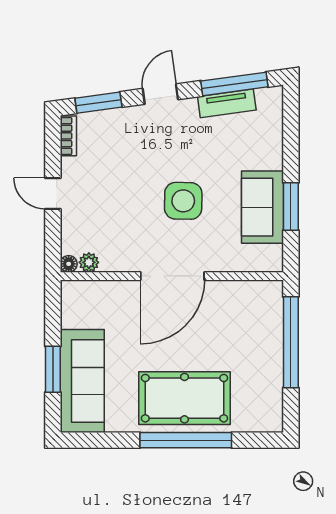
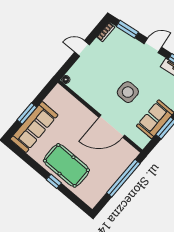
door: (53, 193) -> (82, 48), hinge flipped
plant: (89, 262) -> (74, 85), removed
door: (172, 276) -> (112, 126), moved
window: (186, 440) -> (54, 181), width x0.32

